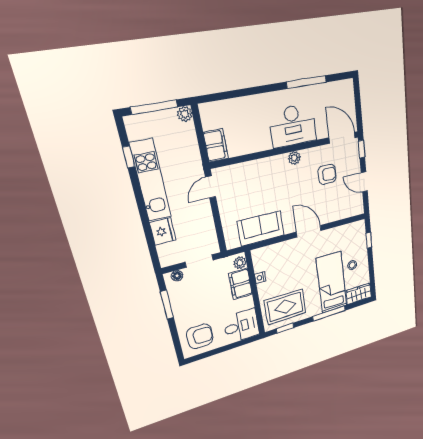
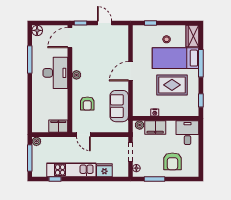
floor lamp: (347, 87) -> (37, 30), added
armchair: (327, 174) -> (87, 103), moved, turned 180
door: (364, 182) -> (105, 23), swing flipped
rug: (285, 307) -> (172, 85), moved, turned 90
armchair: (200, 336) -> (172, 161), moved, turned 180

